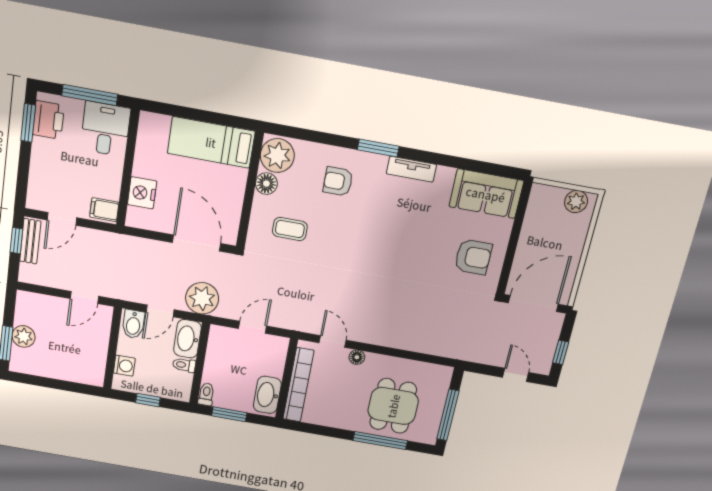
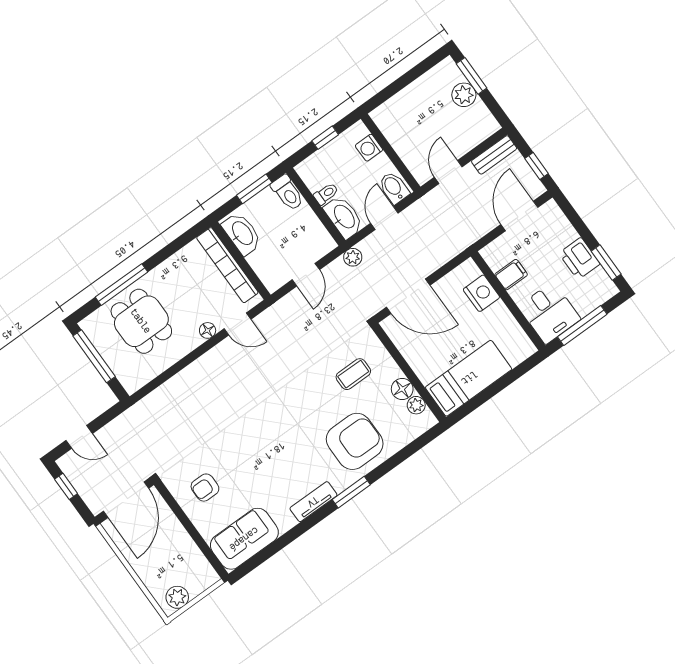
printer: (48, 120) -> (579, 259), moved
plant: (277, 156) -> (416, 405), width x0.53, depth x0.53
armchair: (338, 181) -> (355, 441), width x1.88, depth x1.88
filing cabinet: (104, 210) -> (511, 275), moved
door: (62, 219) -> (519, 216), width x1.38
bench: (30, 241) -> (494, 155), moved, turned 90
armchair: (473, 257) -> (205, 488), width x0.72, depth x0.72
plant: (202, 298) -> (353, 257), width x0.53, depth x0.53
toilet: (206, 394) -> (287, 193), width x1.37, depth x1.39

